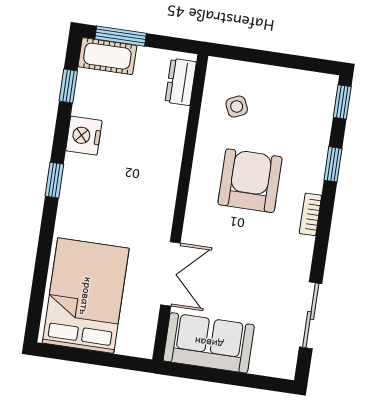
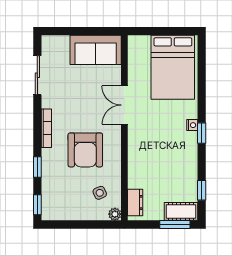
plant: (217, 68) -> (115, 214), added
nightstand: (84, 136) -> (192, 125), moved, width x0.53, depth x0.56
bookcase: (310, 214) -> (46, 128), width x1.56
double door: (170, 274) -> (124, 105), moved

